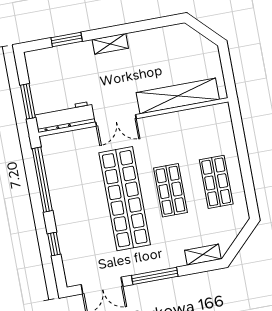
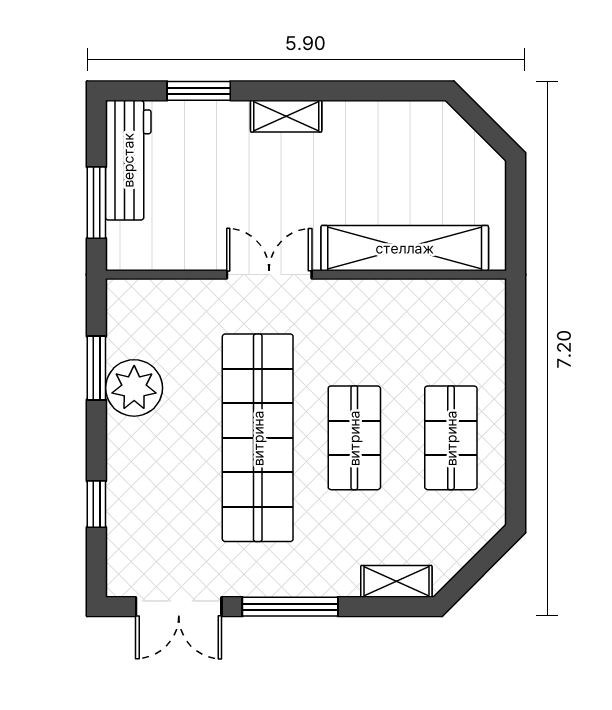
workbench: (65, 117) -> (128, 160), moved, turned 90
double door: (116, 120) -> (269, 275), swing flipped
window: (42, 180) -> (96, 368), width x0.47
plant: (62, 186) -> (134, 388), added

